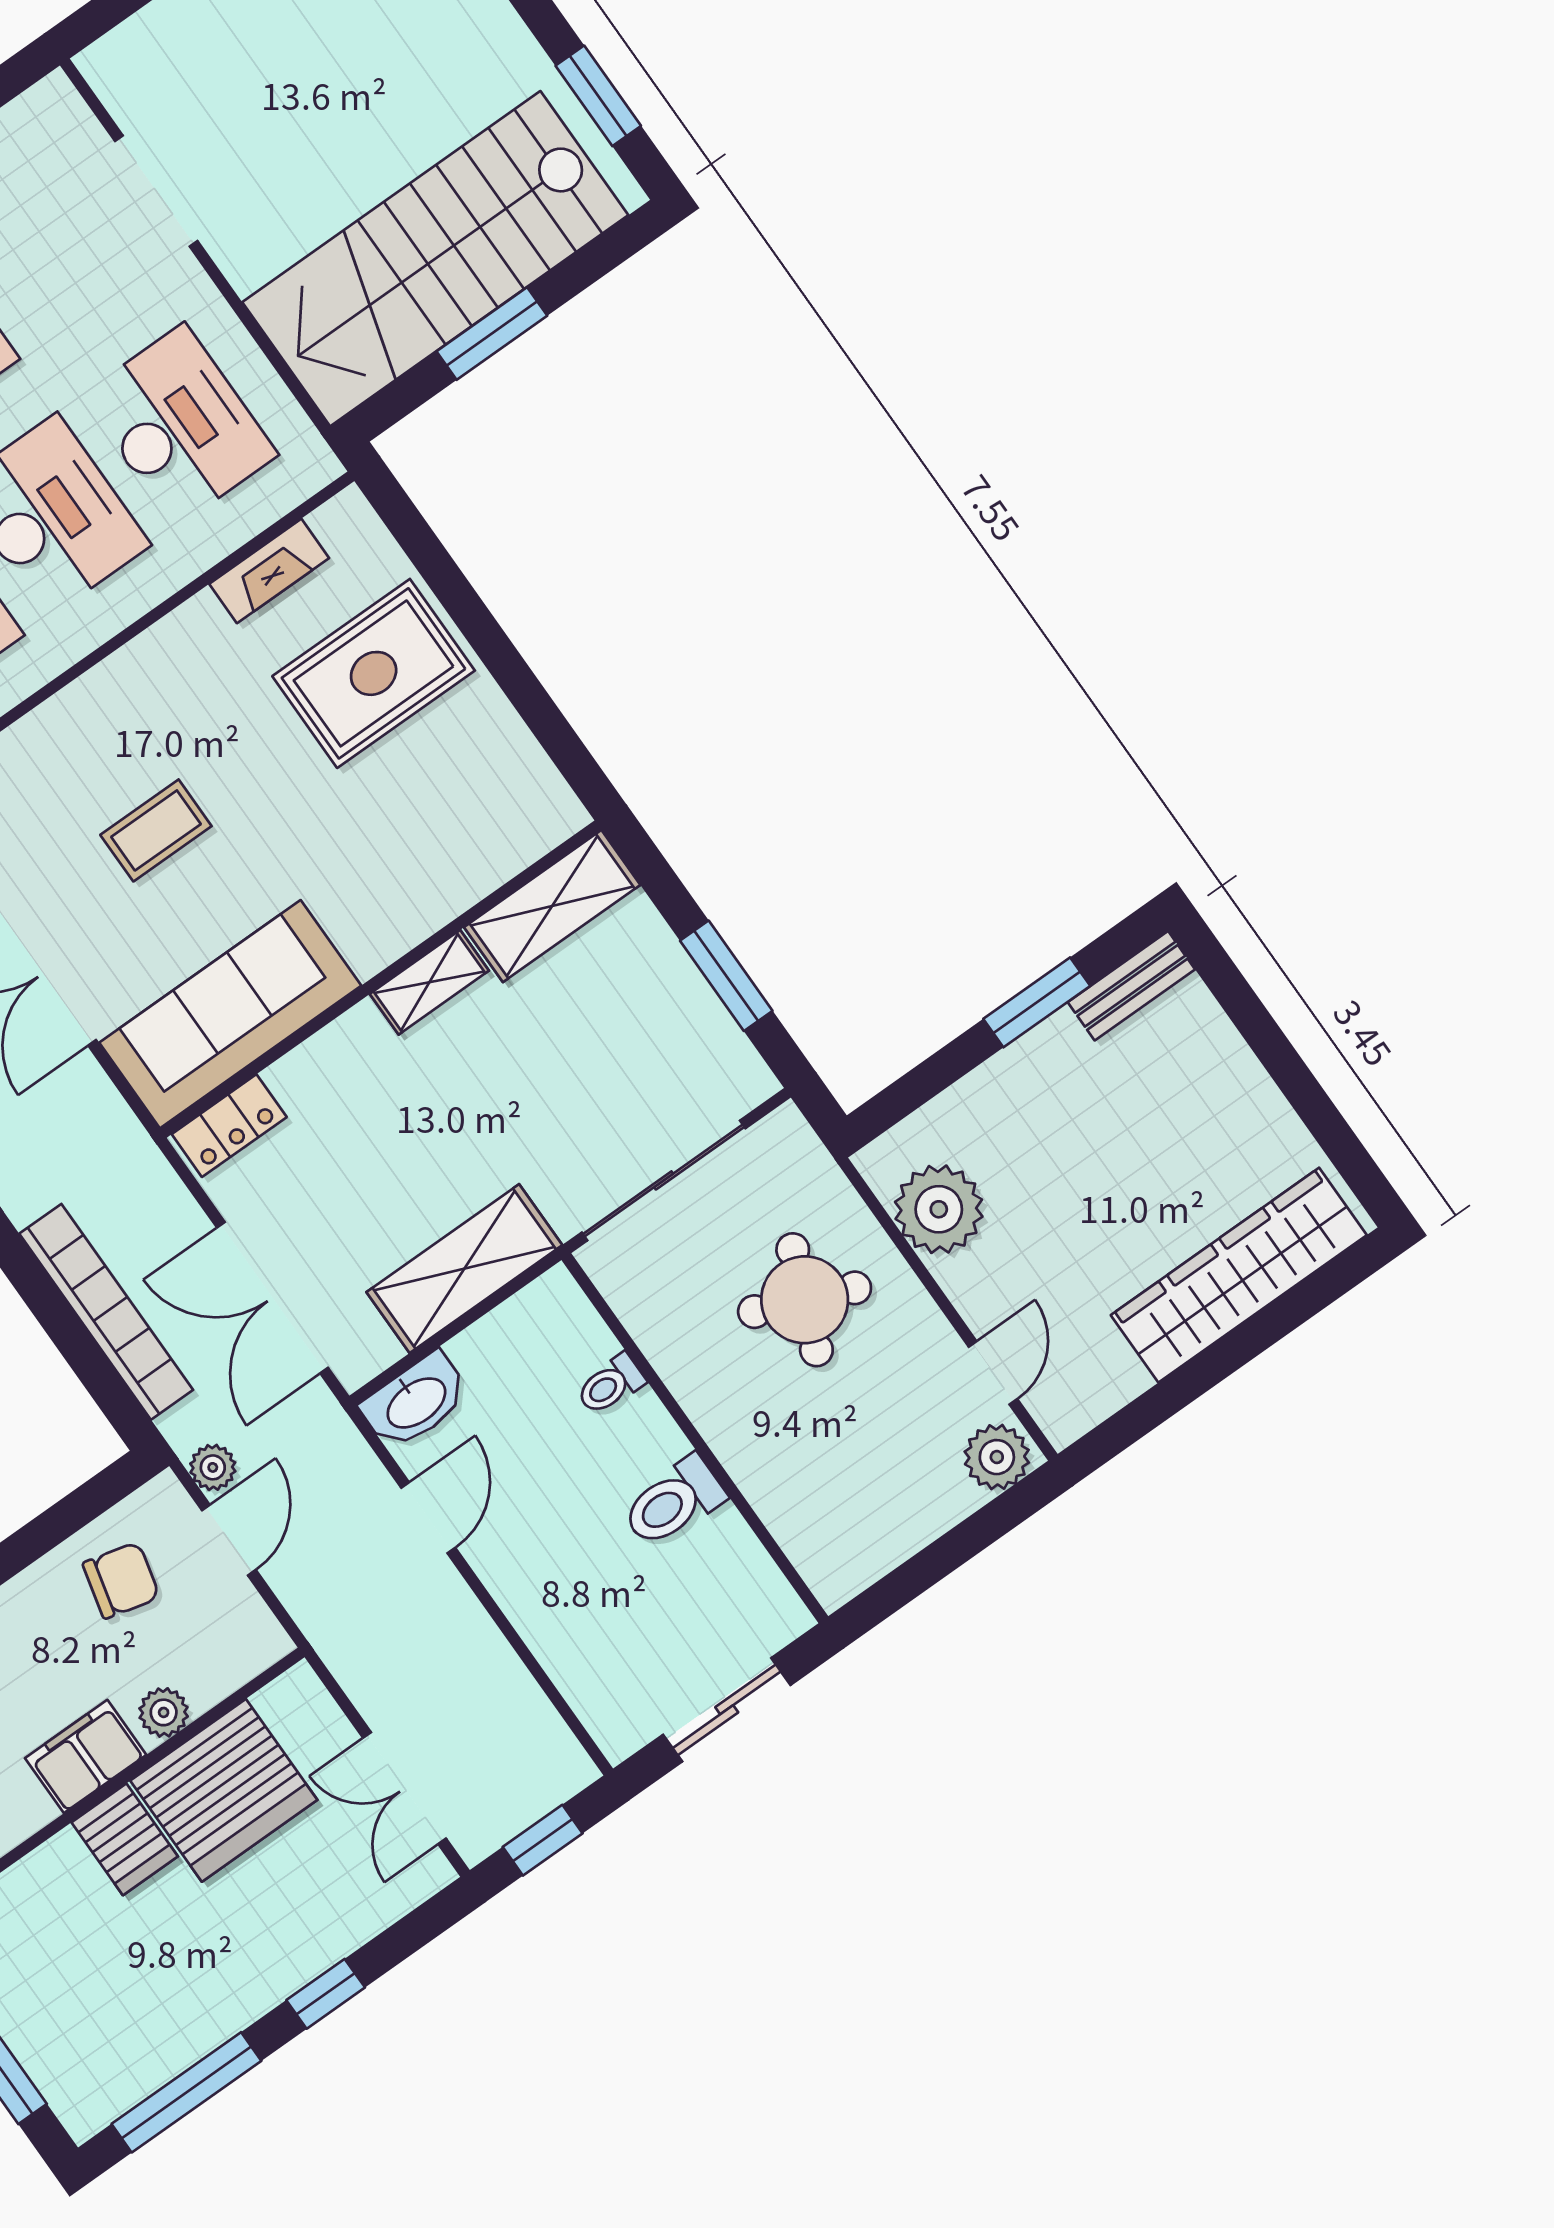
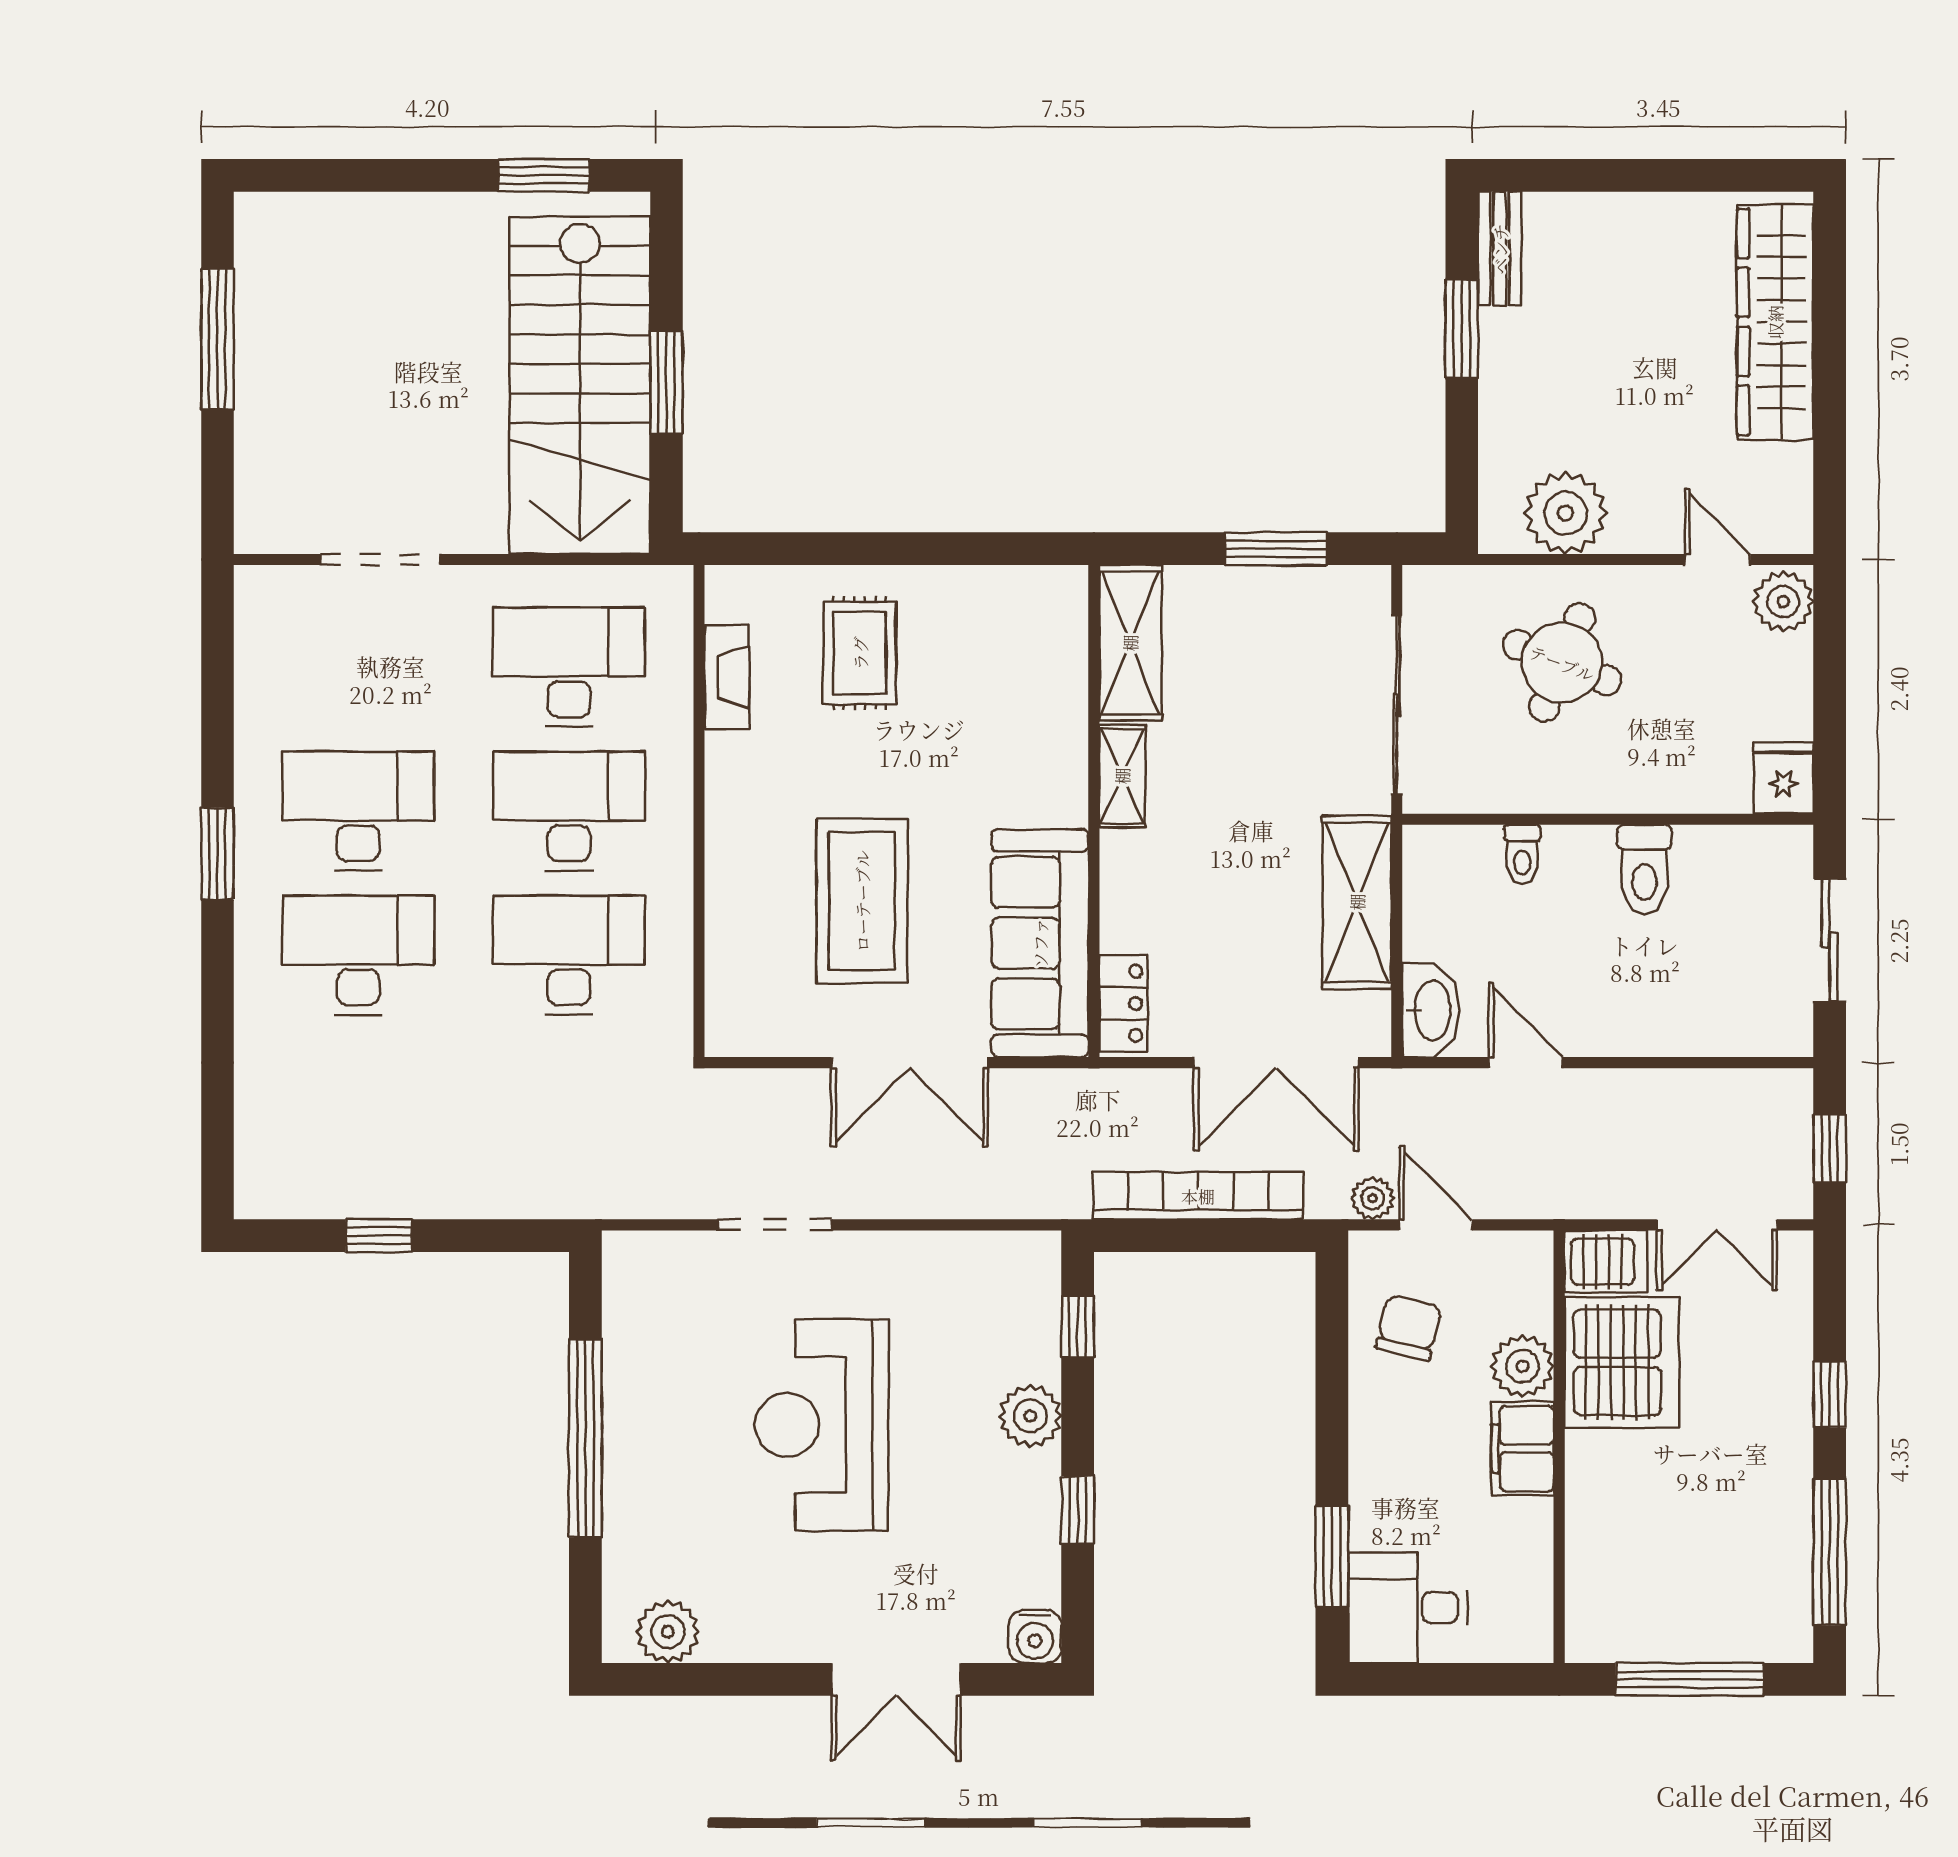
rug: (374, 673) -> (860, 653), width x0.73, depth x0.70
coffee table: (156, 830) -> (862, 901), width x1.86, depth x1.72
fridge: (841, 1568) -> (1783, 778), added
plant: (164, 1712) -> (1522, 1366), width x1.38, depth x1.38
server rack: (125, 1839) -> (1606, 1261), moved

